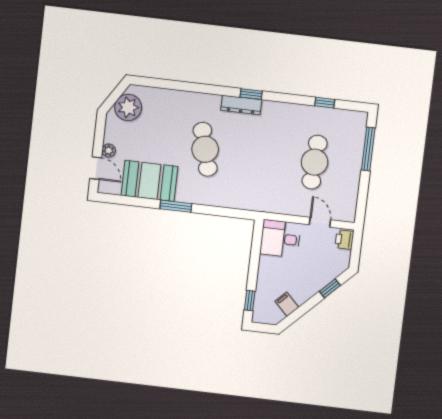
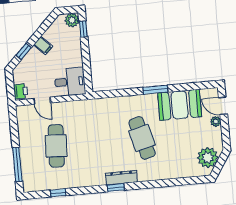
filing cabinet: (287, 304) -> (43, 46), moved
plant: (261, 314) -> (72, 20), added

